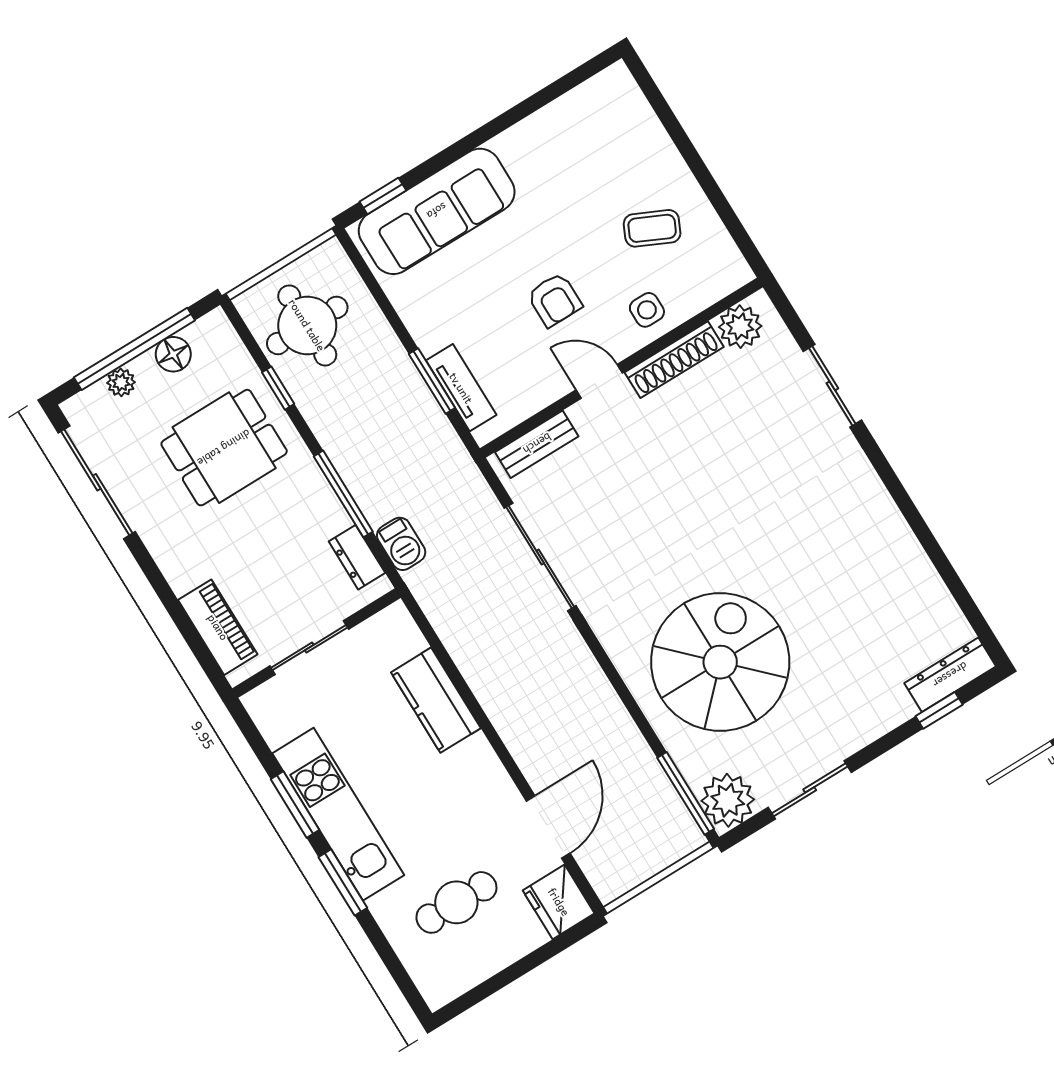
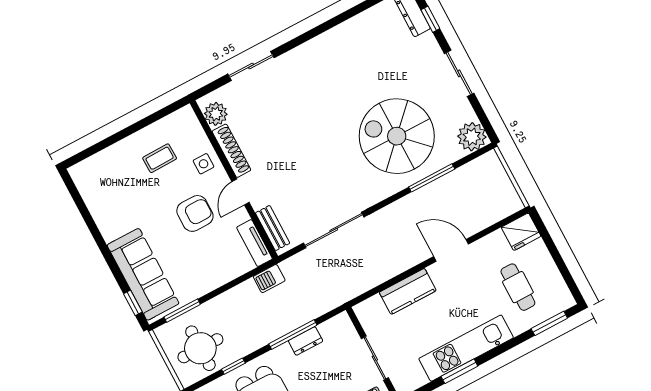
coffee table: (652, 228) -> (160, 158), turned 64
armchair: (555, 300) -> (195, 213), width x1.38, depth x1.38
window: (432, 381) -> (182, 311), moved
tv unit: (461, 388) -> (255, 243), moved, turned -90
barbecue: (401, 544) -> (269, 279), moved, turned 180
dresser: (357, 557) -> (306, 341), moved
sliding door: (810, 790) -> (459, 73), moved
window: (686, 793) -> (432, 178), moved
door: (548, 827) -> (451, 250), moved
window: (343, 882) -> (549, 323), moved

